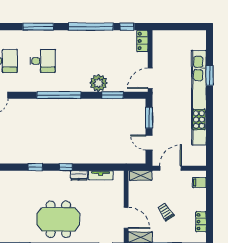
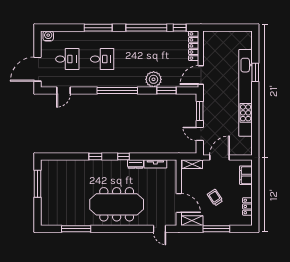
locker: (142, 41) -> (194, 46), width x1.53
filing cabinet: (199, 182) -> (246, 175), width x2.00
meeting table: (58, 219) -> (117, 204), width x1.36

